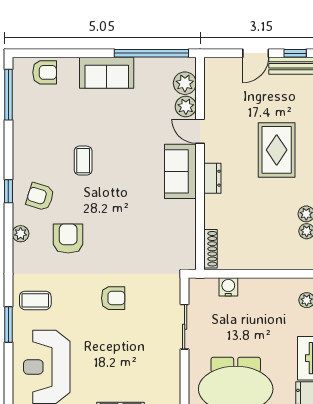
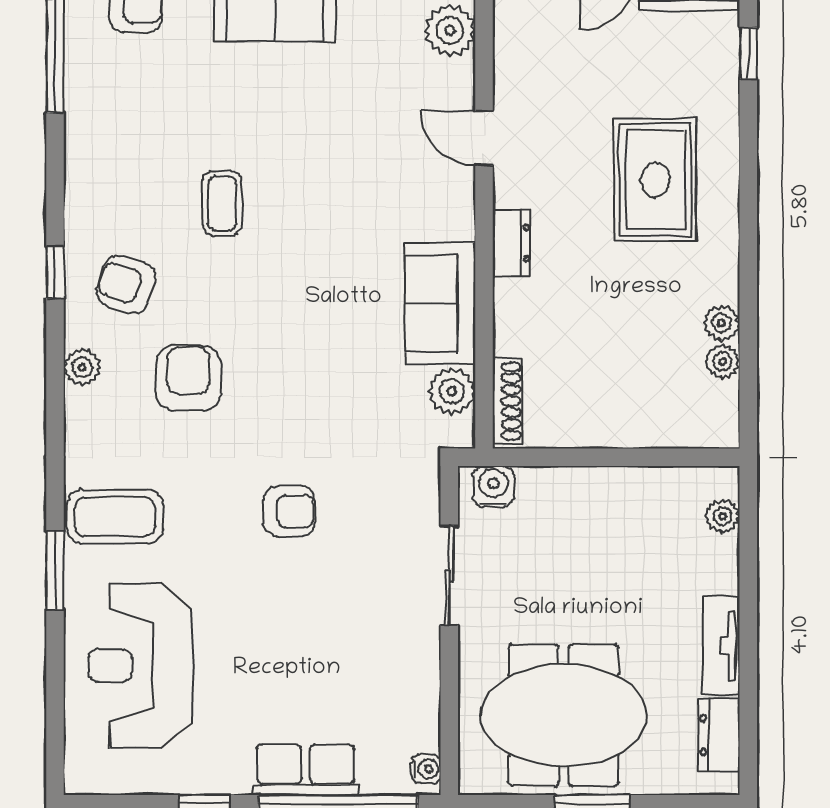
plant: (186, 107) -> (452, 391), moved
sofa: (180, 171) -> (440, 303), moved
water cooler: (228, 287) -> (493, 487), moved
coffee table: (35, 300) -> (115, 517), width x1.36, depth x1.30

